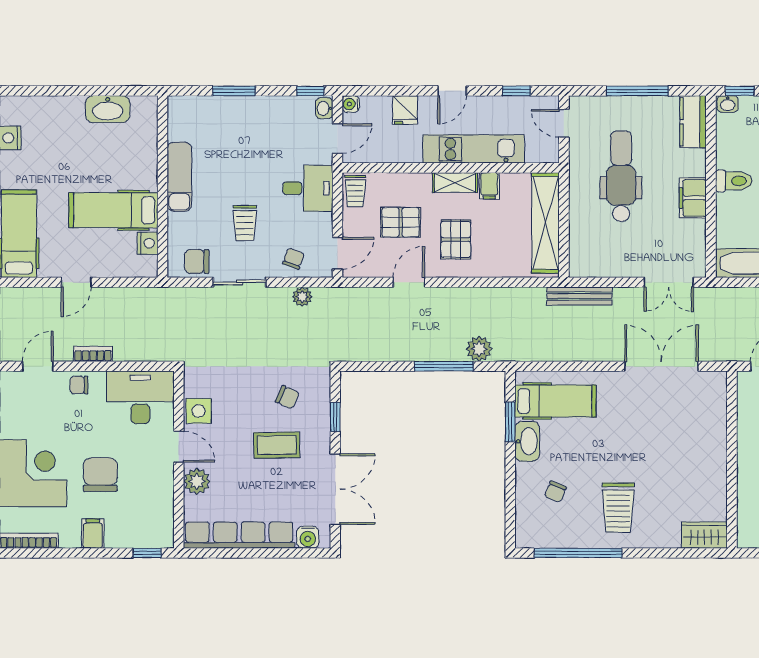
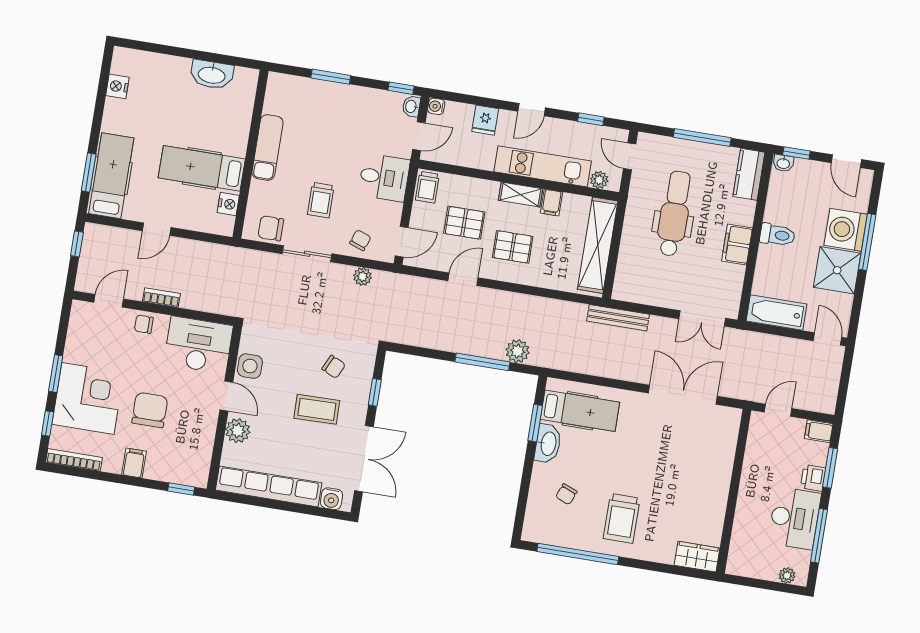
plant: (536, 154) -> (599, 180), added
pallet: (456, 239) -> (513, 247), turned 90

